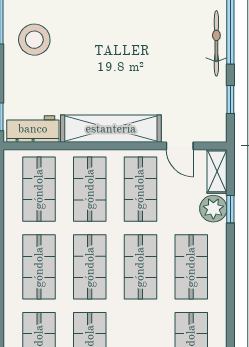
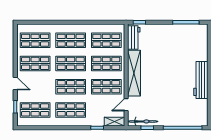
stool: (34, 40) -> (175, 38), removed
bicycle: (216, 43) -> (143, 121), moved
plant: (213, 209) -> (97, 120), removed

